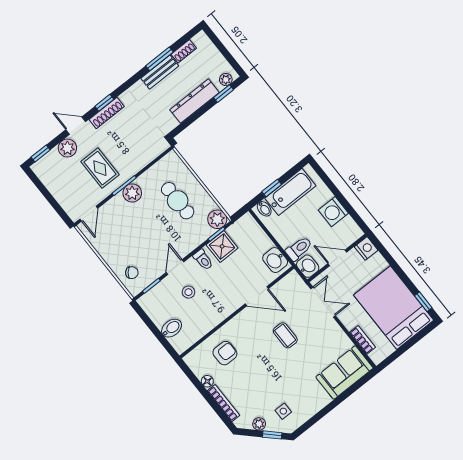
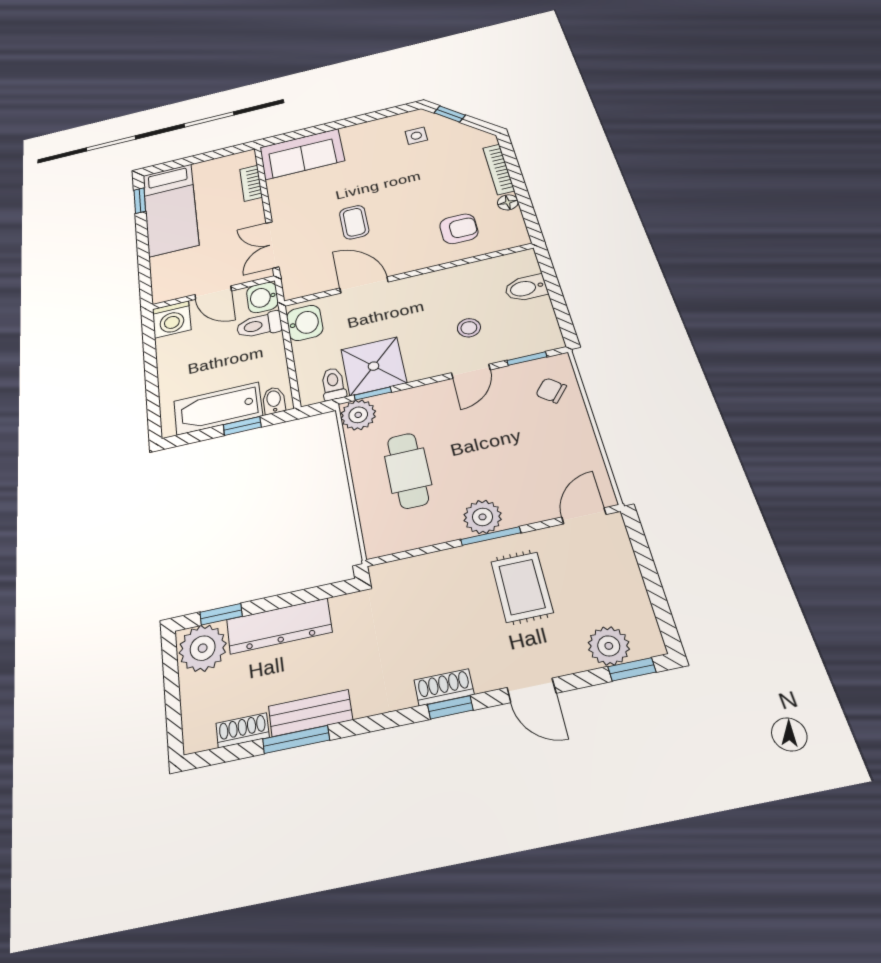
plant: (226, 80) -> (203, 648), width x1.88, depth x1.88
shoe rack: (107, 113) -> (444, 687), width x0.70
plant: (67, 148) -> (609, 646), moved
washing machine: (333, 212) -> (172, 319), moved, turned 90
shower: (222, 246) -> (374, 366), width x1.36, depth x1.36
nightstand: (366, 248) -> (165, 290), removed
toilet: (203, 260) -> (333, 384), moved
bed: (394, 308) -> (170, 209), width x0.67
armchair: (225, 353) -> (459, 229), turned 180
plant: (259, 424) -> (461, 131), removed

